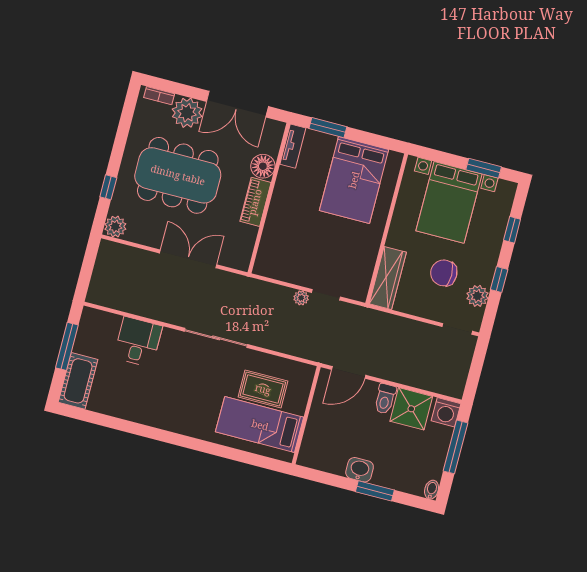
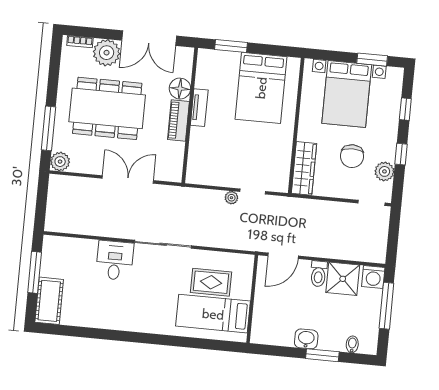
tv unit: (293, 146) -> (199, 108), moved
window: (108, 187) -> (48, 128), width x2.17
chair: (444, 273) -> (352, 156), turned -90
desk: (138, 342) -> (115, 260), moved
bidet: (432, 490) -> (352, 344), moved

